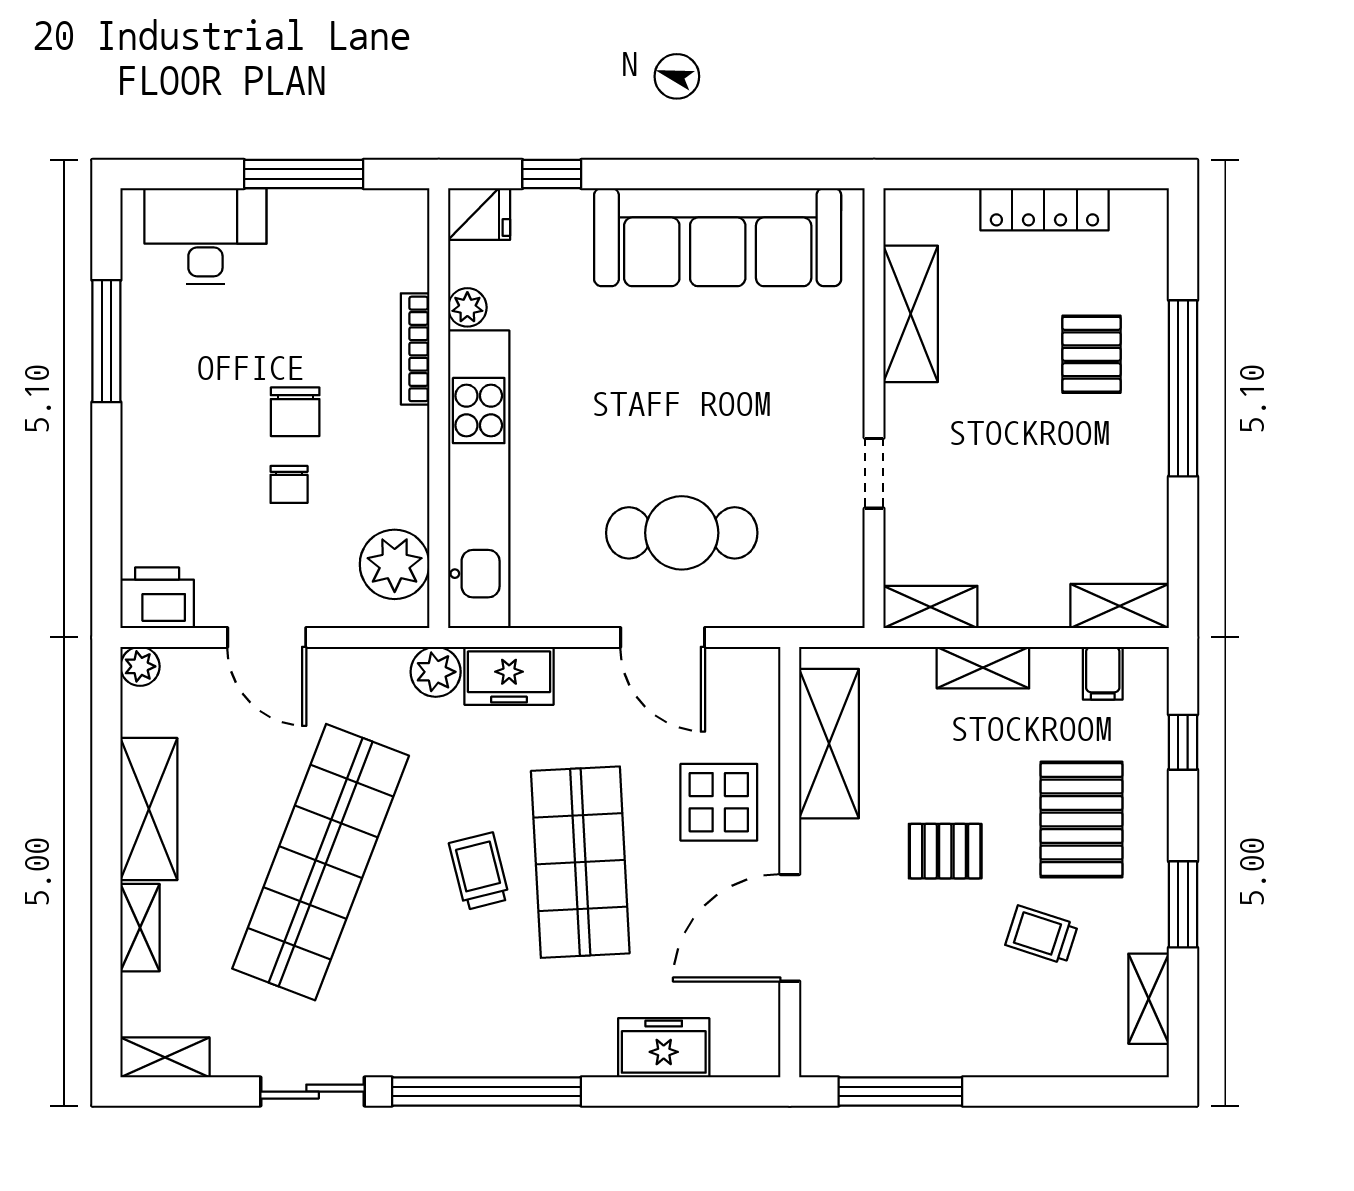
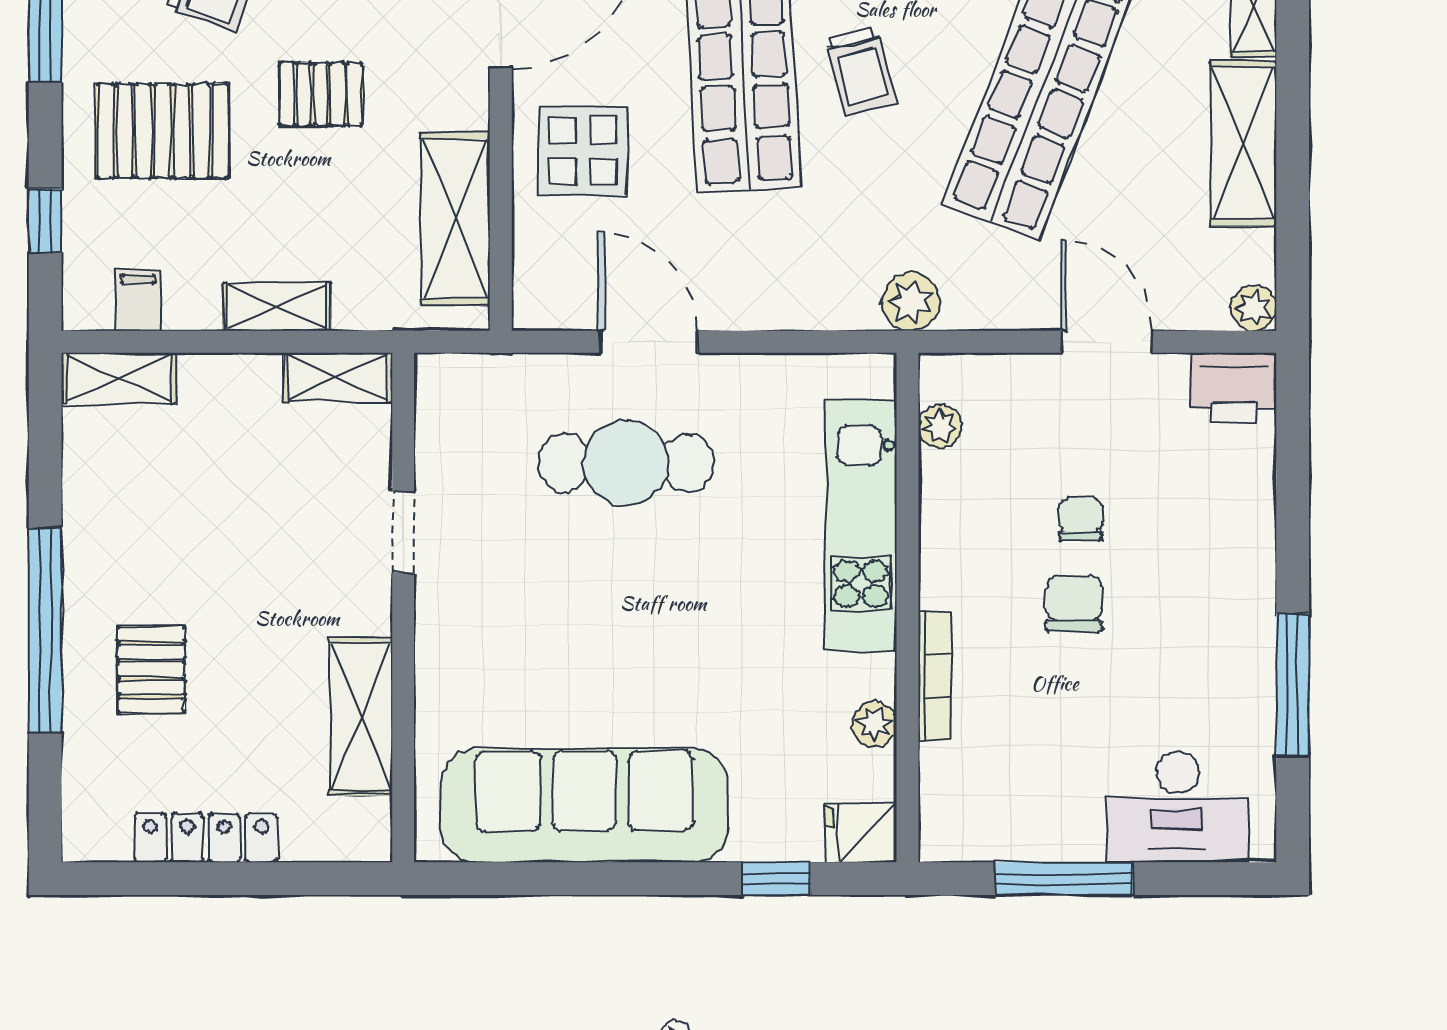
kitchen unit: (479, 479) -> (861, 526), width x0.73
plant: (395, 564) -> (940, 426), width x0.53, depth x0.53
freezer: (509, 676) -> (826, 297), removed
pallet: (1081, 820) -> (163, 131), turned 90

